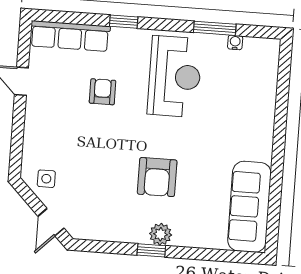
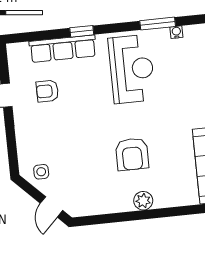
row of seats: (70, 36) -> (63, 49), moved
armchair: (103, 92) -> (47, 91), moved, turned -90
window: (151, 250) -> (138, 215), removed

